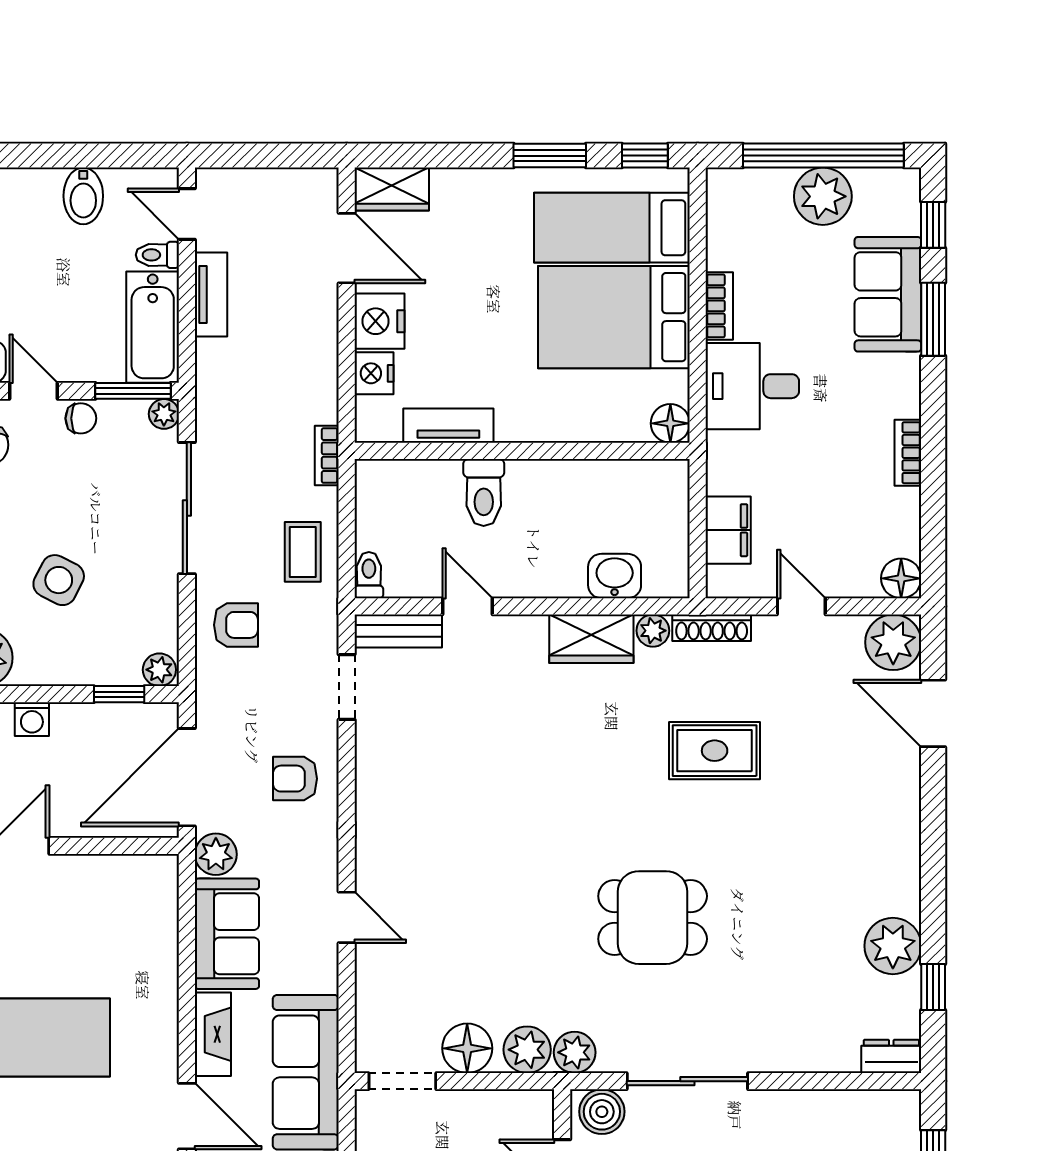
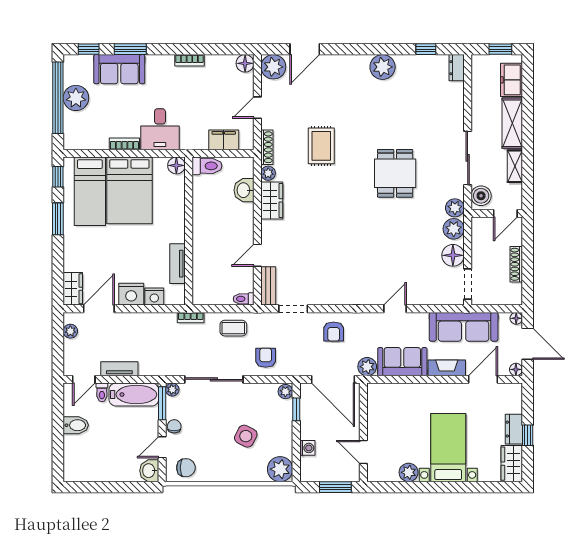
plant: (296, 184) -> (70, 331), added
toilet: (484, 492) -> (207, 166), moved
plant: (893, 946) -> (383, 67), moved

